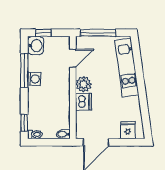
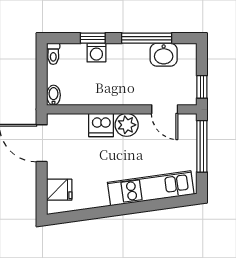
window: (43, 33) -> (202, 87), moved
washbasin: (36, 46) -> (164, 55), moved
washing machine: (34, 79) -> (96, 53), moved
window: (24, 123) -> (93, 38), moved

